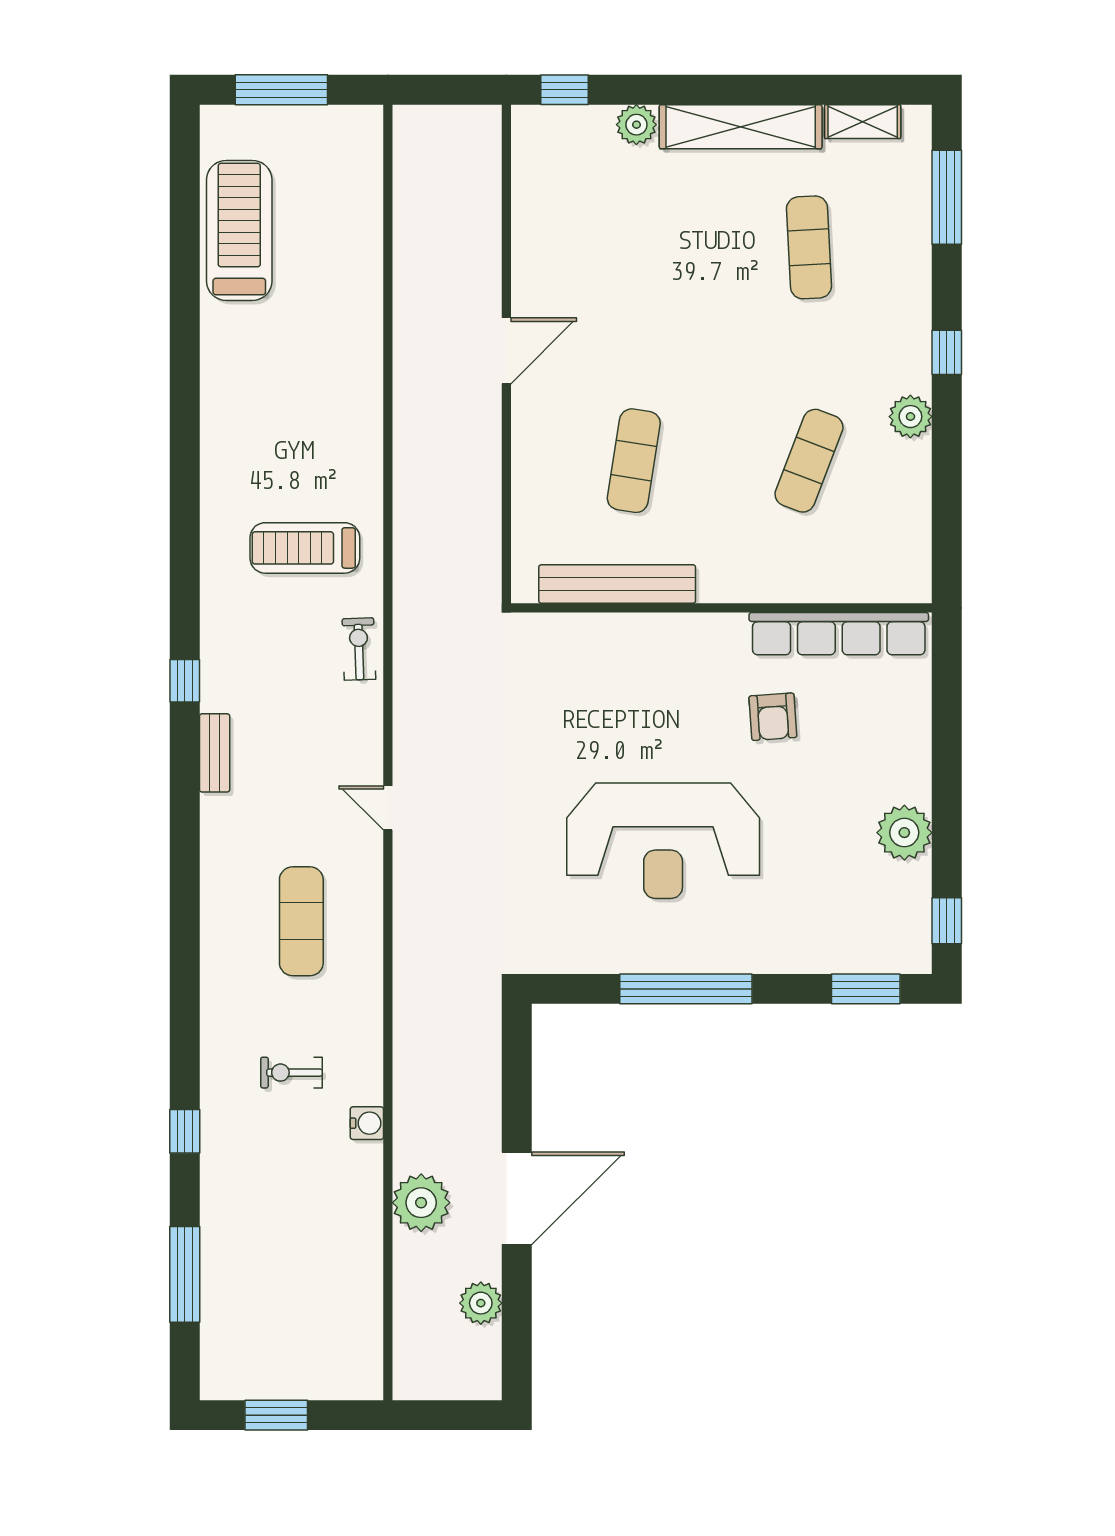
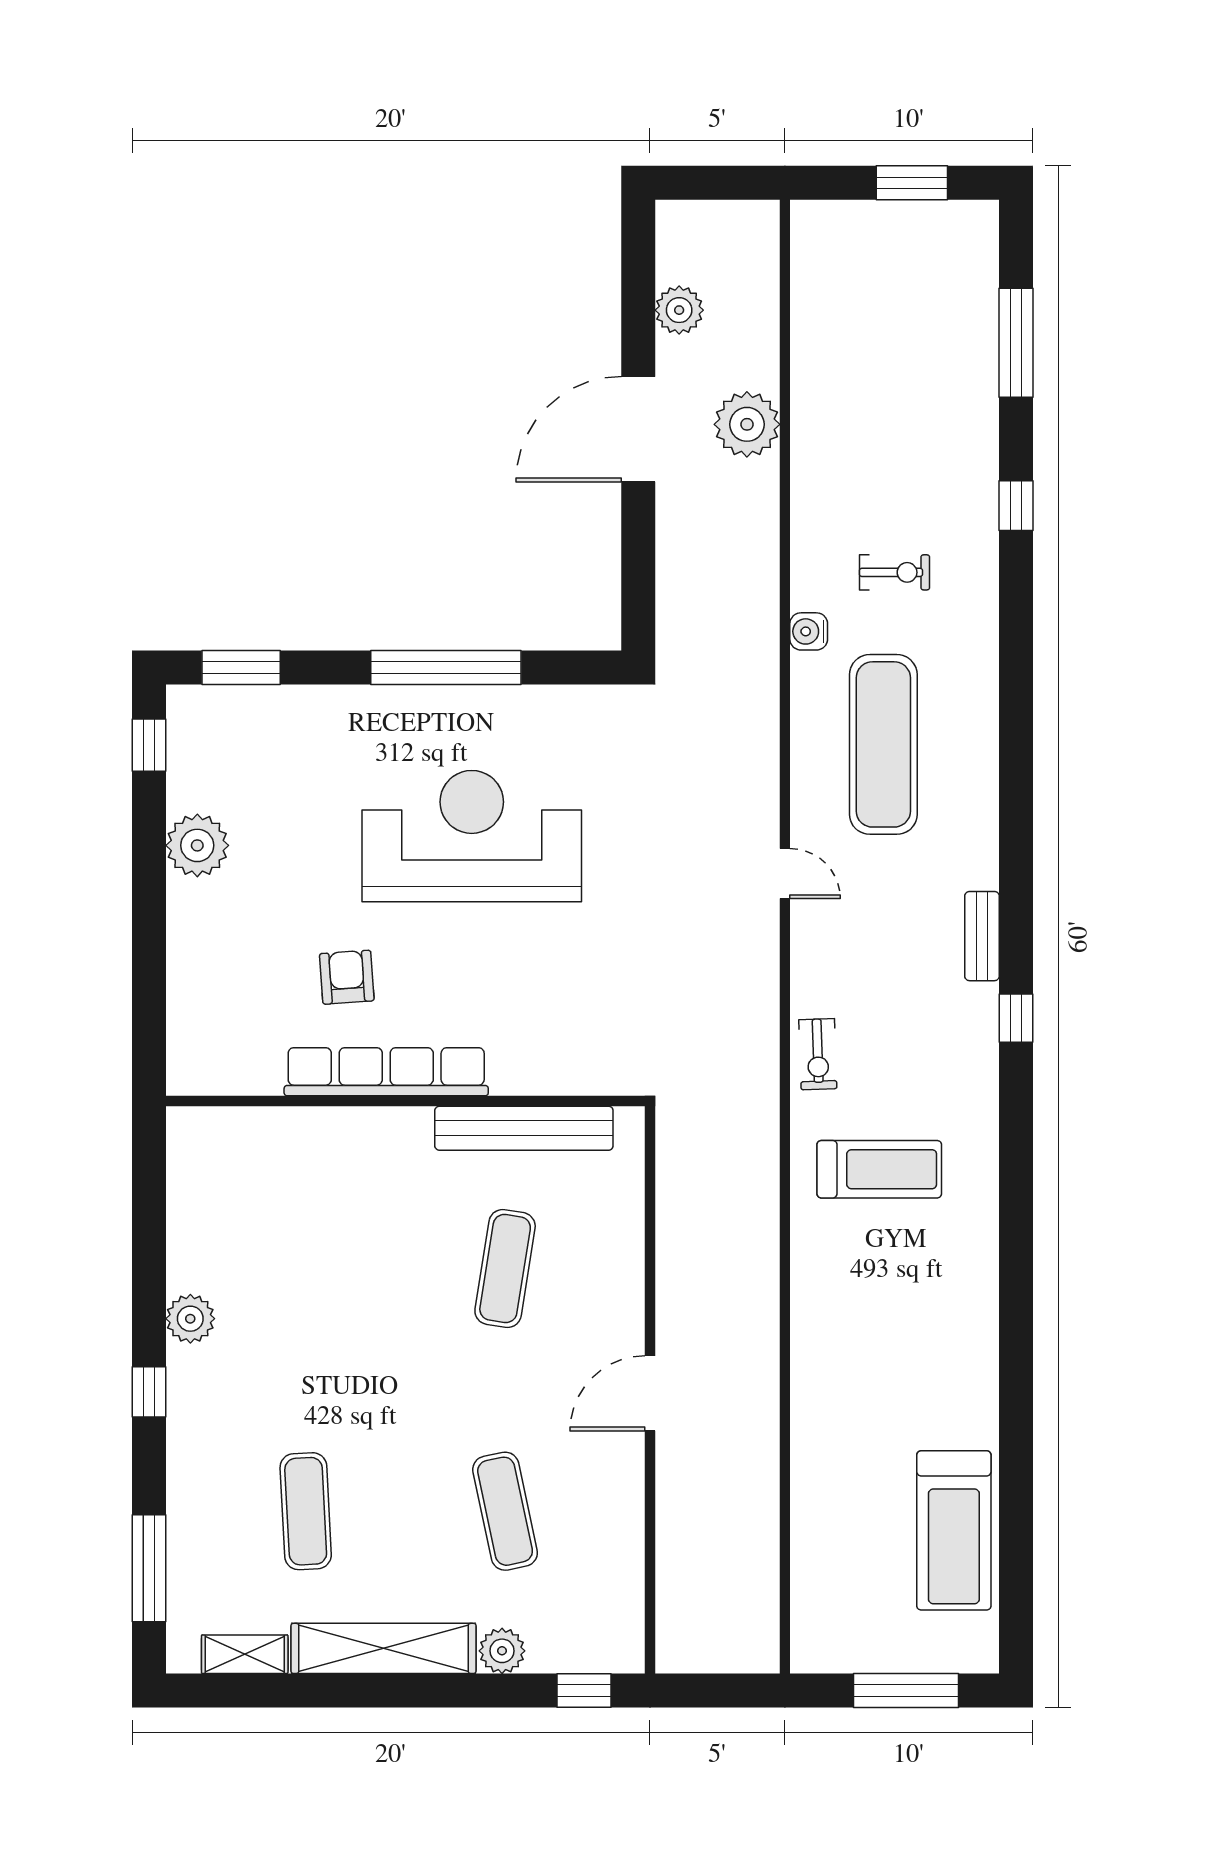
exercise mat: (809, 461) -> (505, 1511), moved, turned -33
row of seats: (839, 634) -> (386, 1072), moved
exercise mat: (301, 921) -> (883, 744), width x1.36, depth x1.45
water cooler: (367, 1123) -> (809, 631), moved

